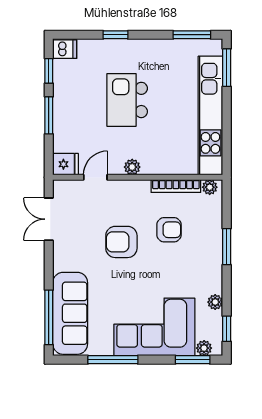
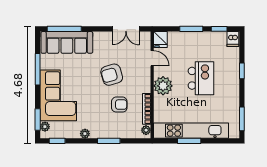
window: (227, 68) -> (189, 141), moved
kitchen island: (127, 100) -> (201, 78), turned 90
plant: (132, 167) -> (163, 86), width x1.88, depth x1.88
double door: (49, 219) -> (126, 29), swing flipped
armchair: (169, 230) -> (119, 105), turned -90
armchair: (121, 242) -> (112, 75), turned -106
plant: (215, 302) -> (85, 134), moved

